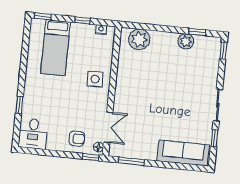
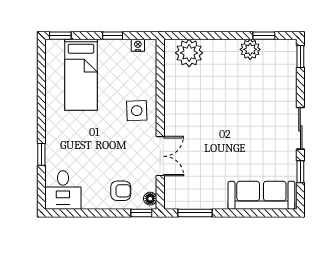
double door: (108, 127) -> (160, 156), moved

